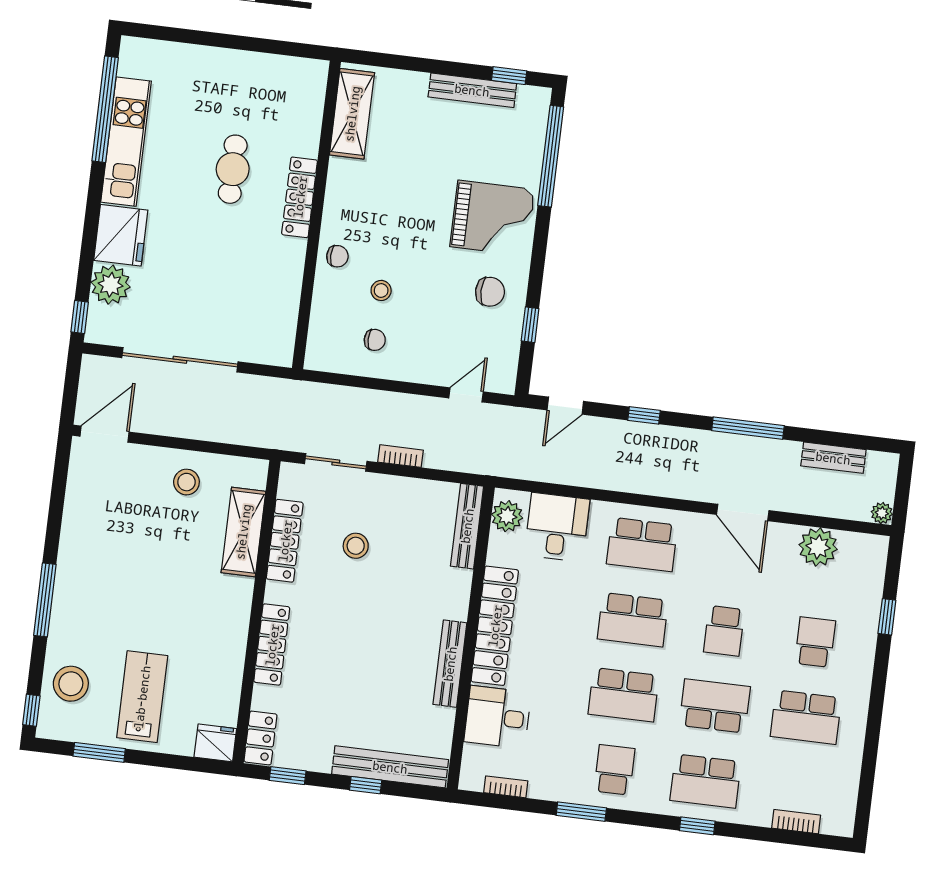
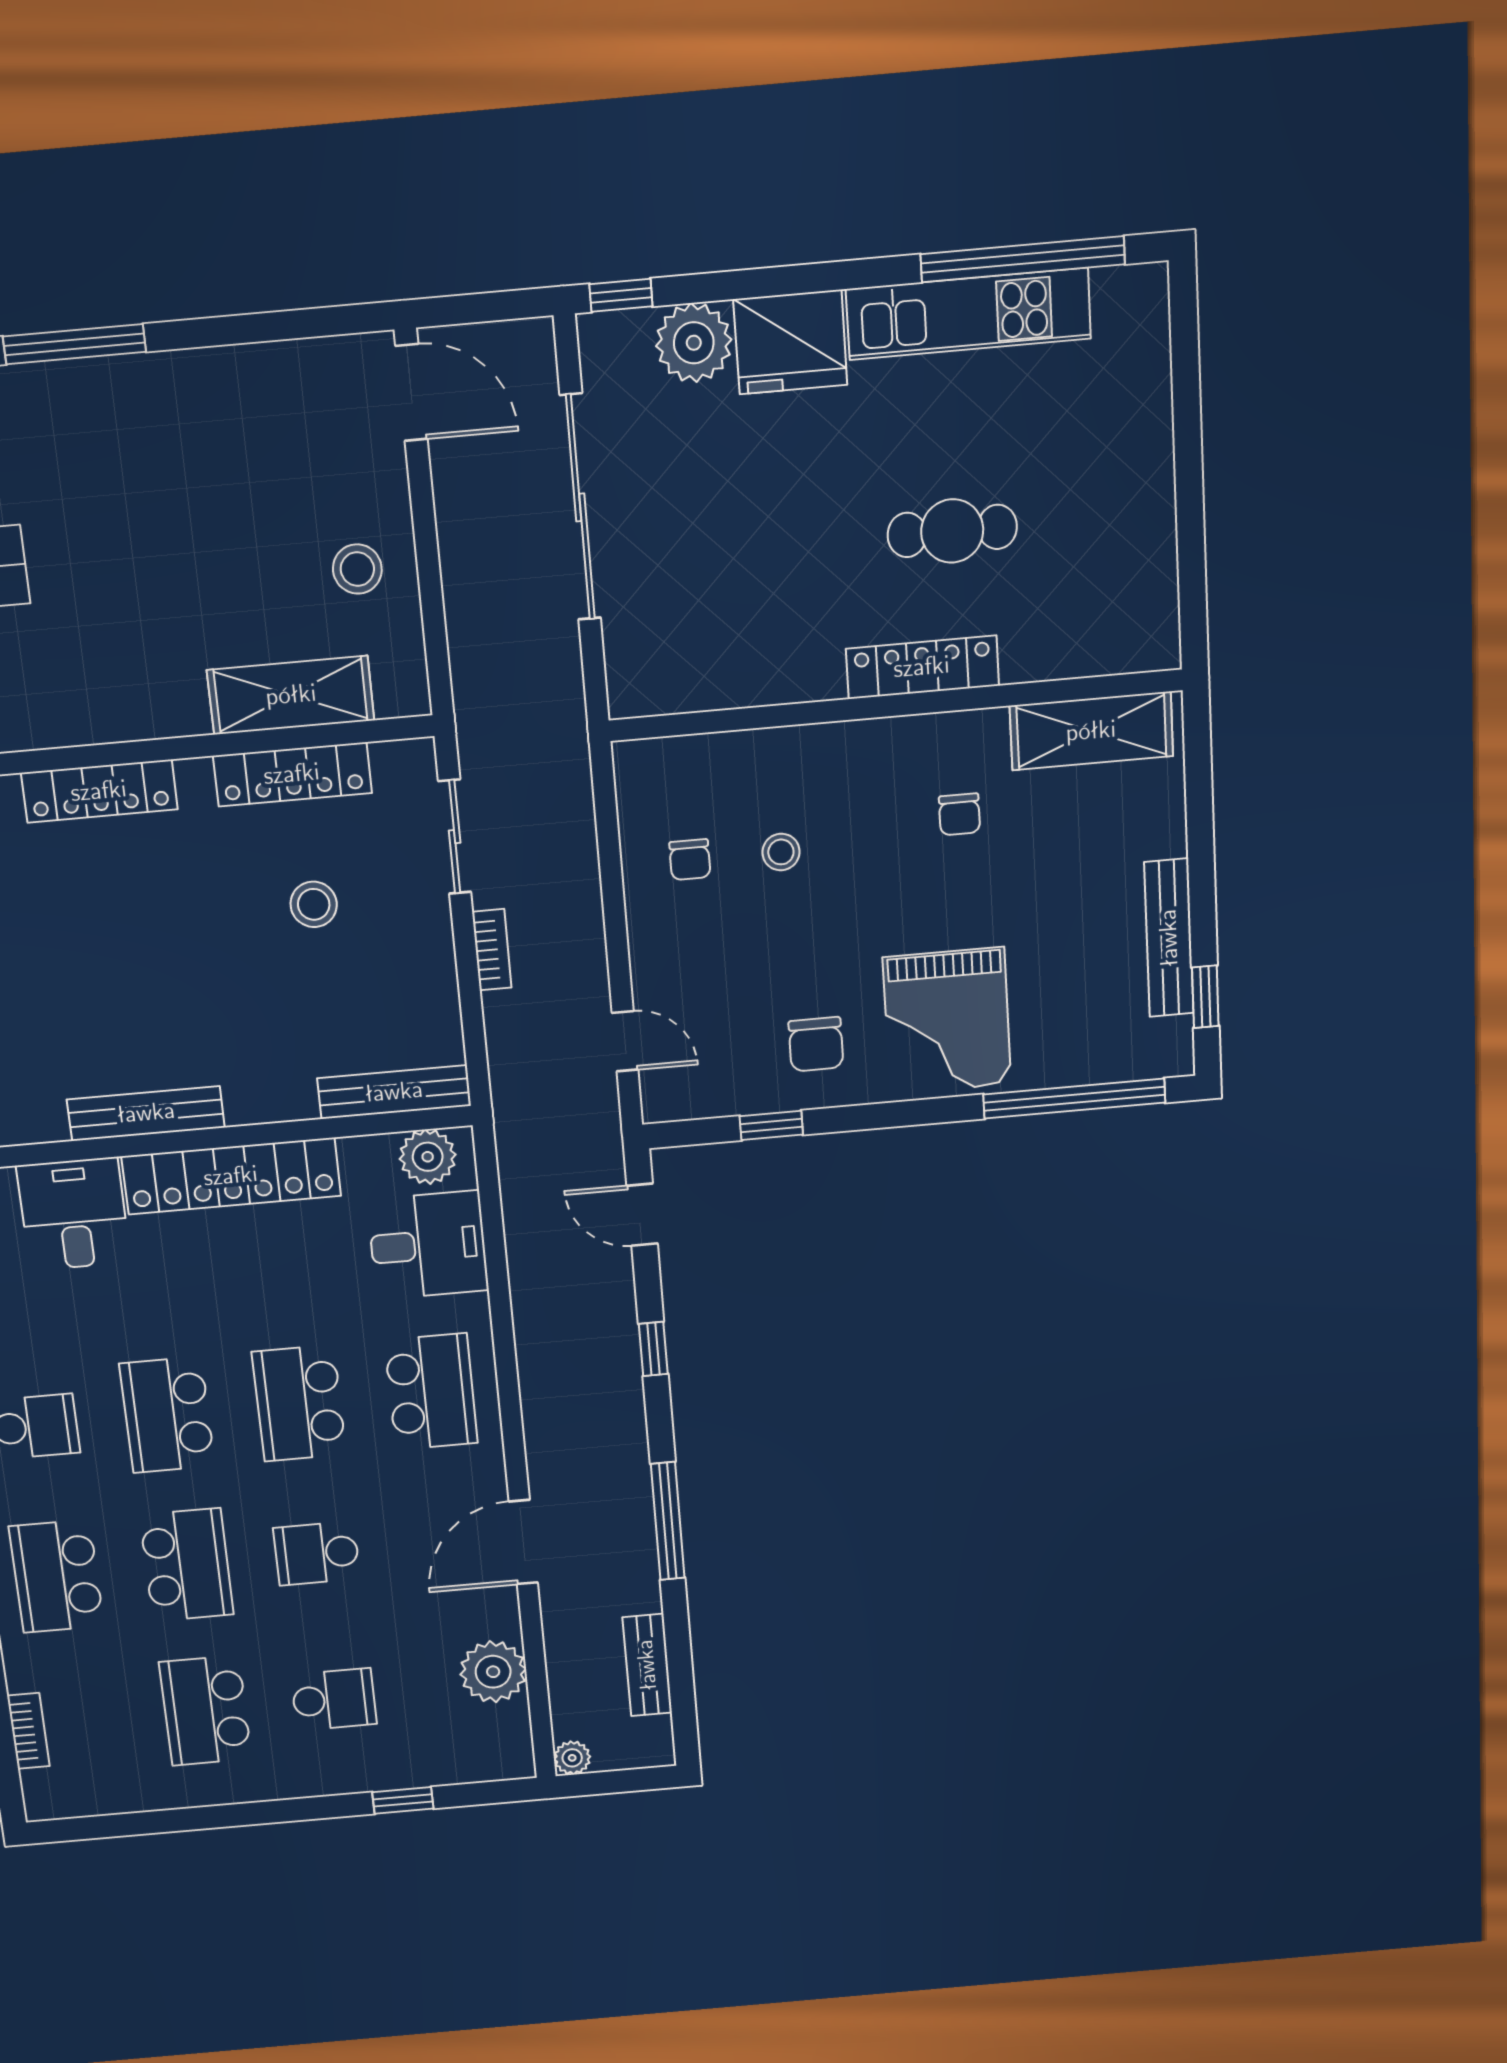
chair: (337, 256) -> (959, 814), moved
school desk: (642, 545) -> (431, 1392), turned 180

